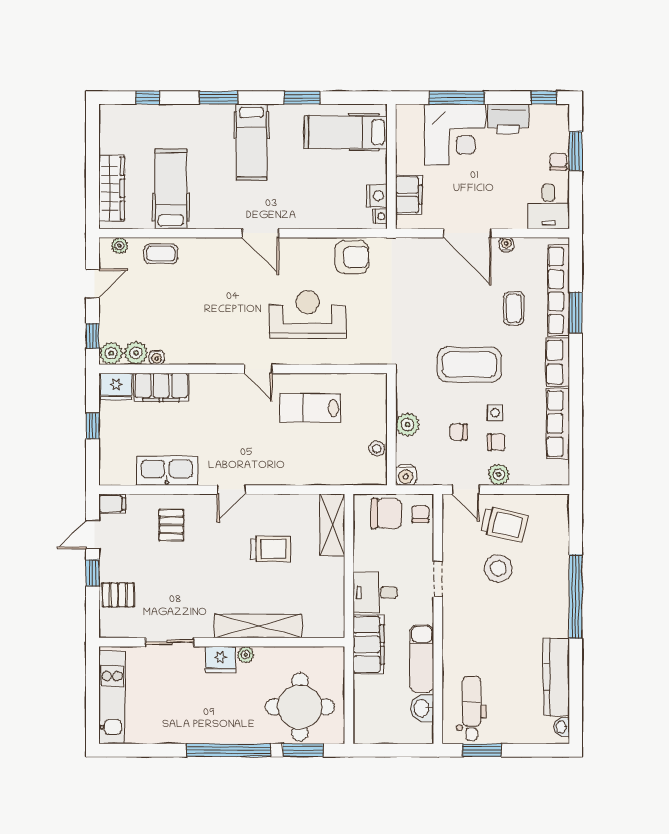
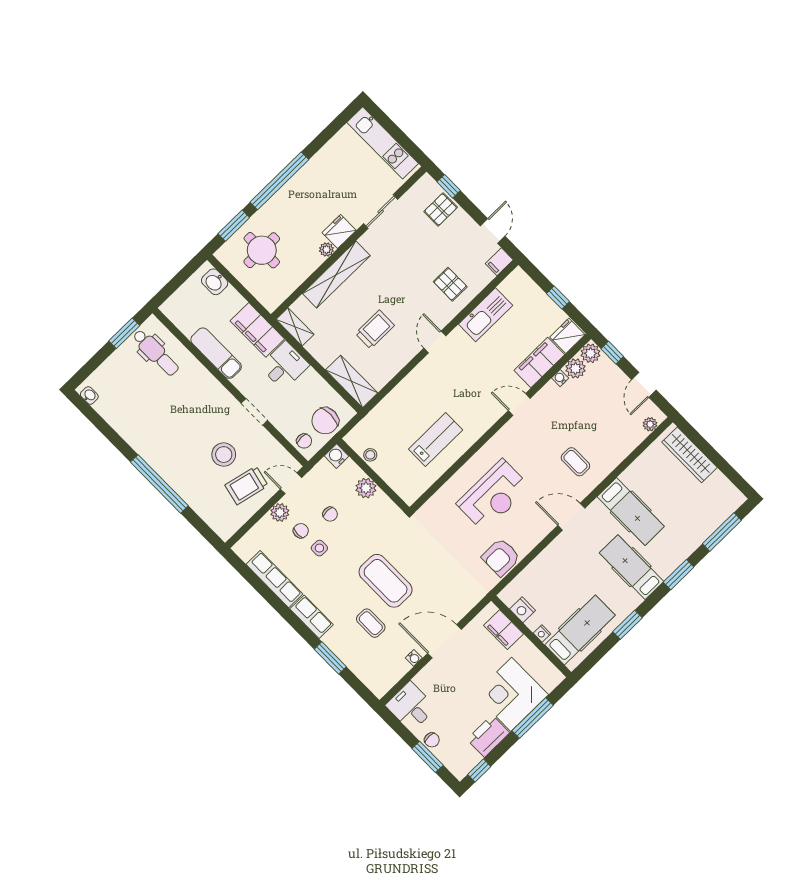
window: (148, 98) -> (722, 532), width x2.17
hospital bed: (171, 189) -> (631, 511), moved
nightstand: (380, 216) -> (542, 633), moved
coffee table: (161, 254) -> (575, 462), moved, turned 90
row of seats: (558, 290) -> (354, 661), removed
coffee table: (469, 365) -> (386, 581), moved, turned 90
door: (258, 369) -> (519, 404), moved
chair: (459, 432) -> (330, 514), turned 90
chair: (496, 442) -> (301, 531), turned 180
trolley: (271, 549) -> (375, 329), turned 180
window: (93, 573) -> (449, 186), moved
shelving: (335, 616) -> (295, 327), added
kitchen counter: (556, 677) -> (123, 423), removed
round table: (300, 707) -> (262, 250), width x0.73, depth x0.73
washbasin: (422, 708) -> (215, 282), moved, turned 180

